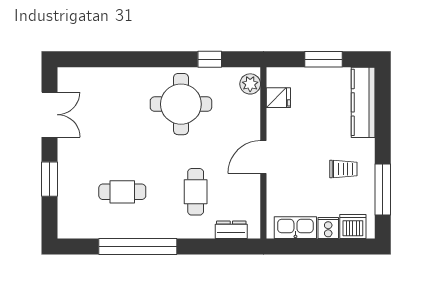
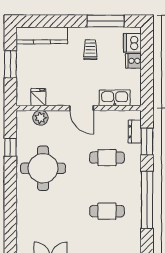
plant: (250, 84) -> (40, 118), moved
cafe table: (122, 192) -> (107, 211), turned 90
kitchen sink: (295, 228) -> (115, 98), moved, turned 90
window: (218, 247) -> (147, 141), added

